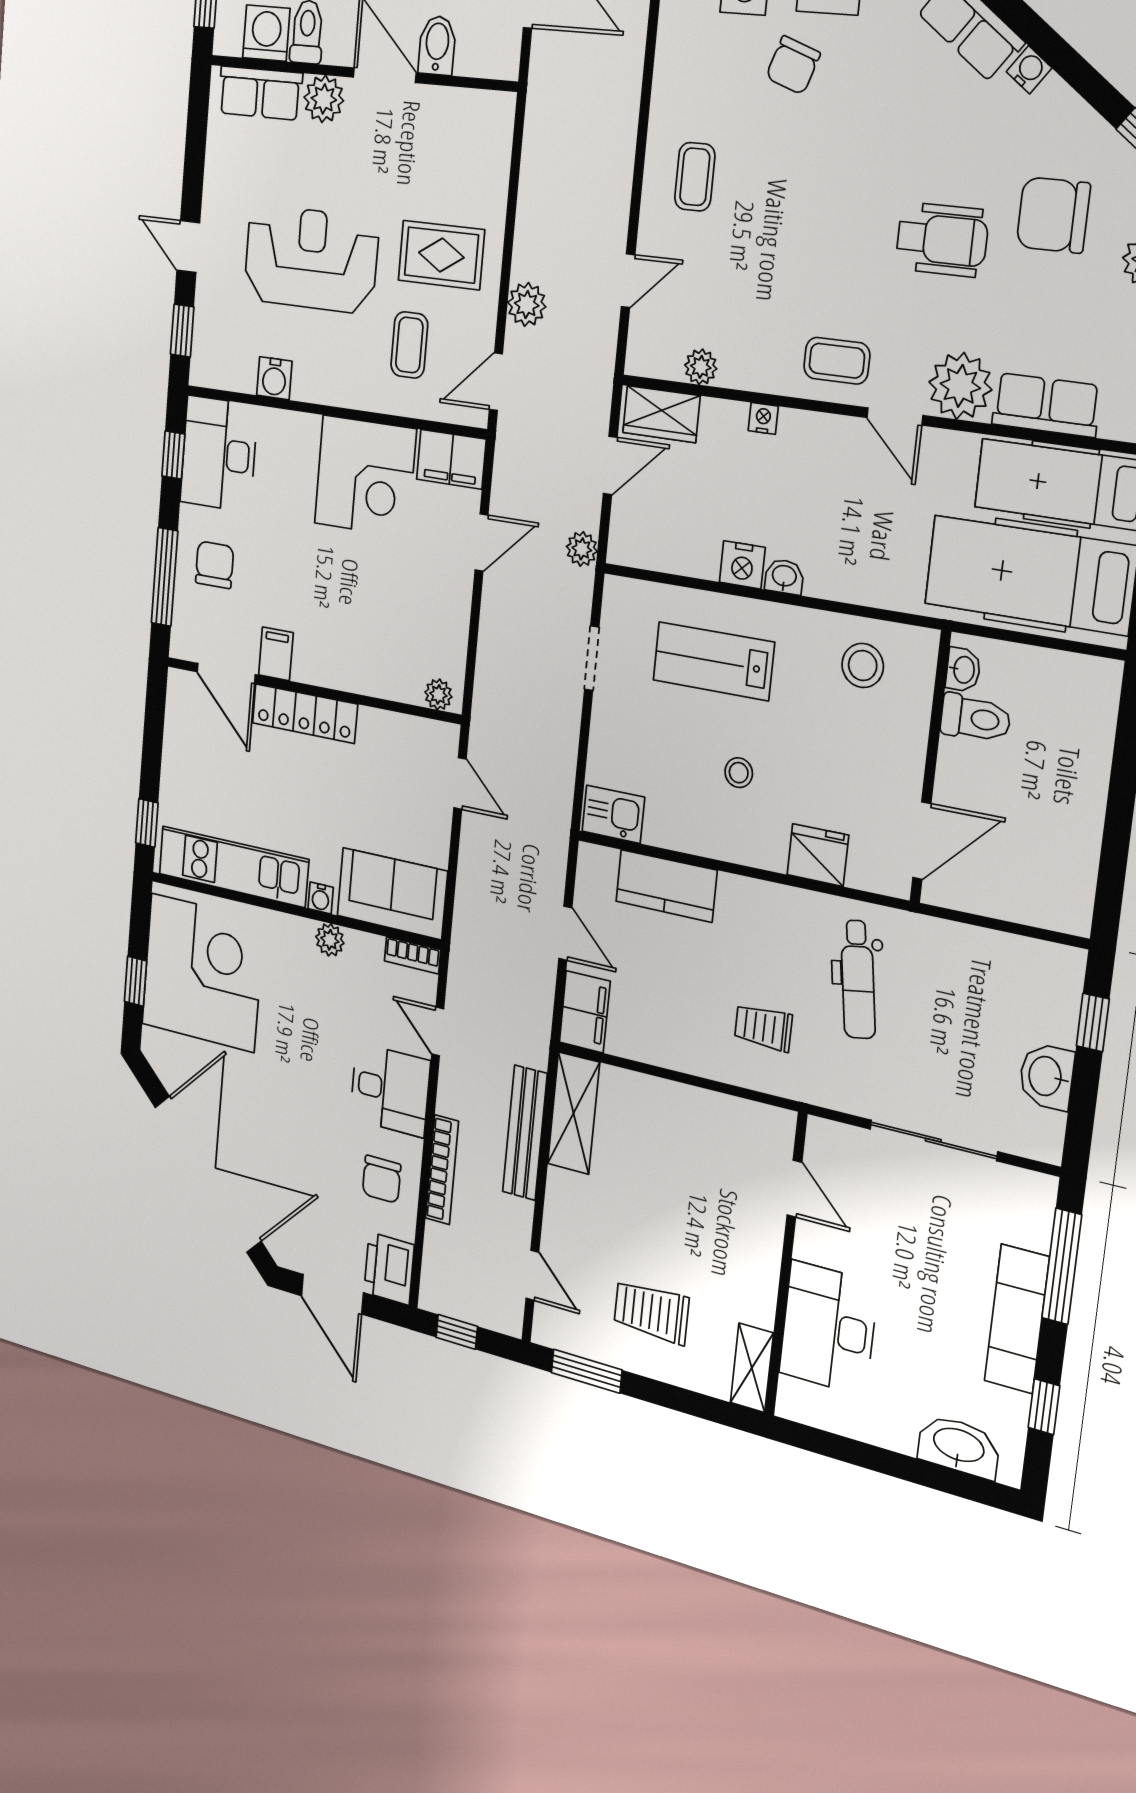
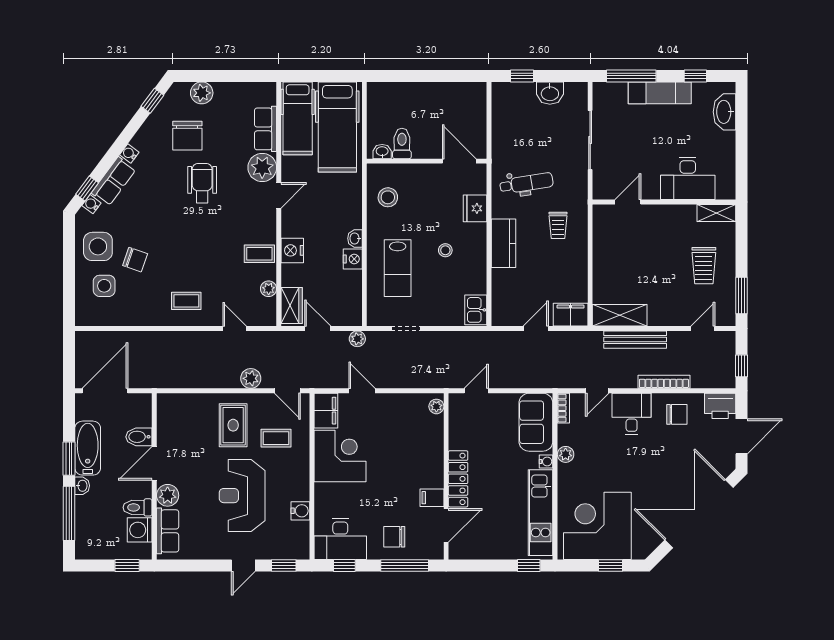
coffee table: (837, 361) -> (259, 254), moved, turned 90
nightstand: (763, 418) -> (292, 250), width x1.89, depth x1.79
kitchen counter: (666, 886) -> (503, 243), moved

